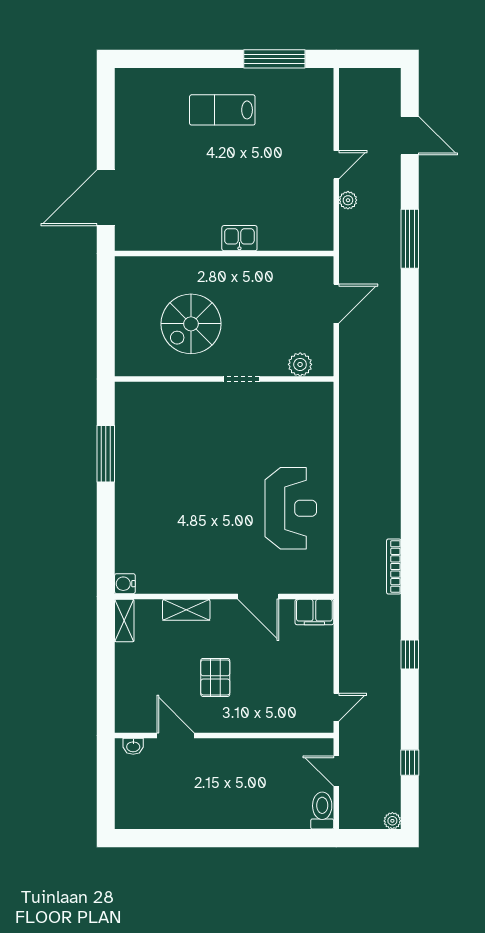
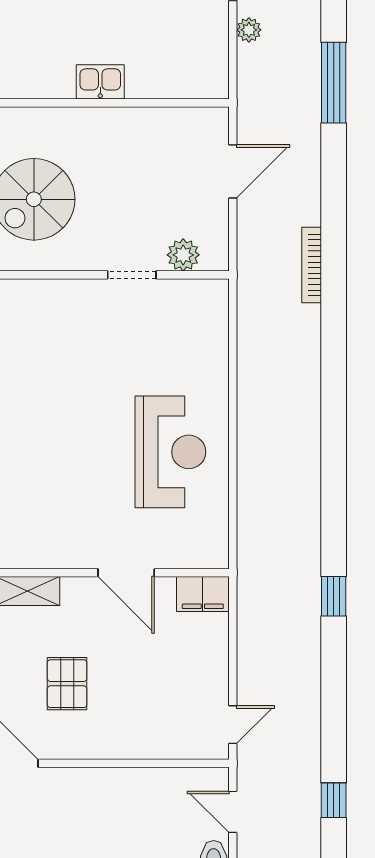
doorway: (241, 379) -> (132, 275), moved
bookcase: (394, 567) -> (312, 265), moved
window: (410, 654) -> (334, 596), moved

